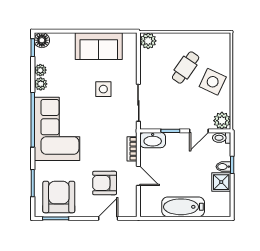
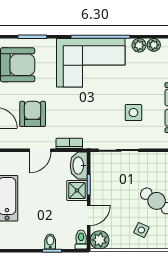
side table: (213, 82) -> (141, 230), width x0.54, depth x0.54
door: (199, 131) -> (89, 215), swing flipped
shower: (221, 182) -> (77, 191), moved

